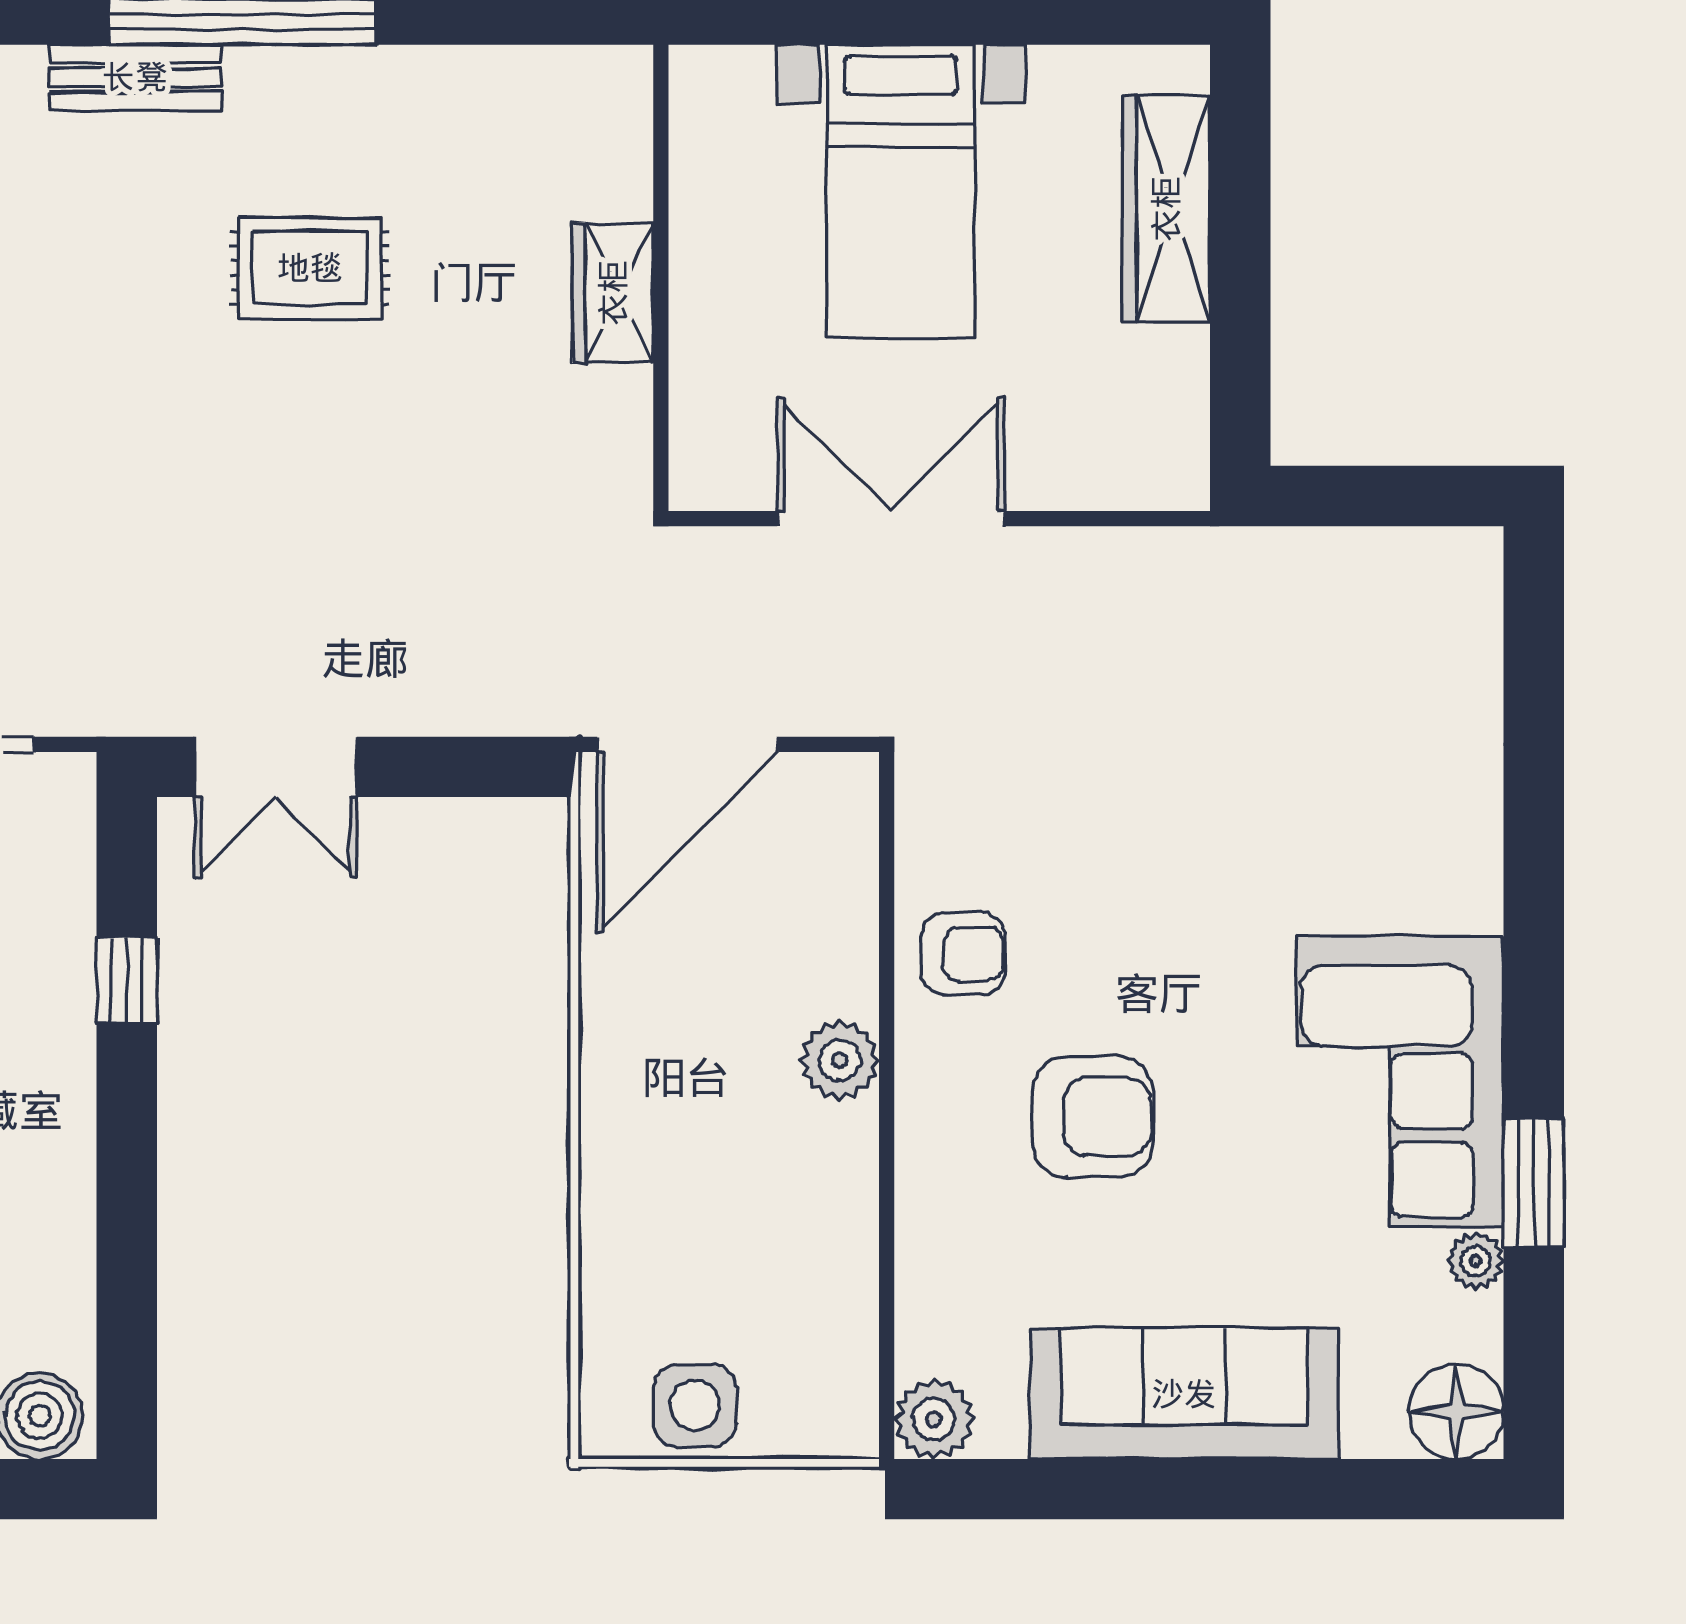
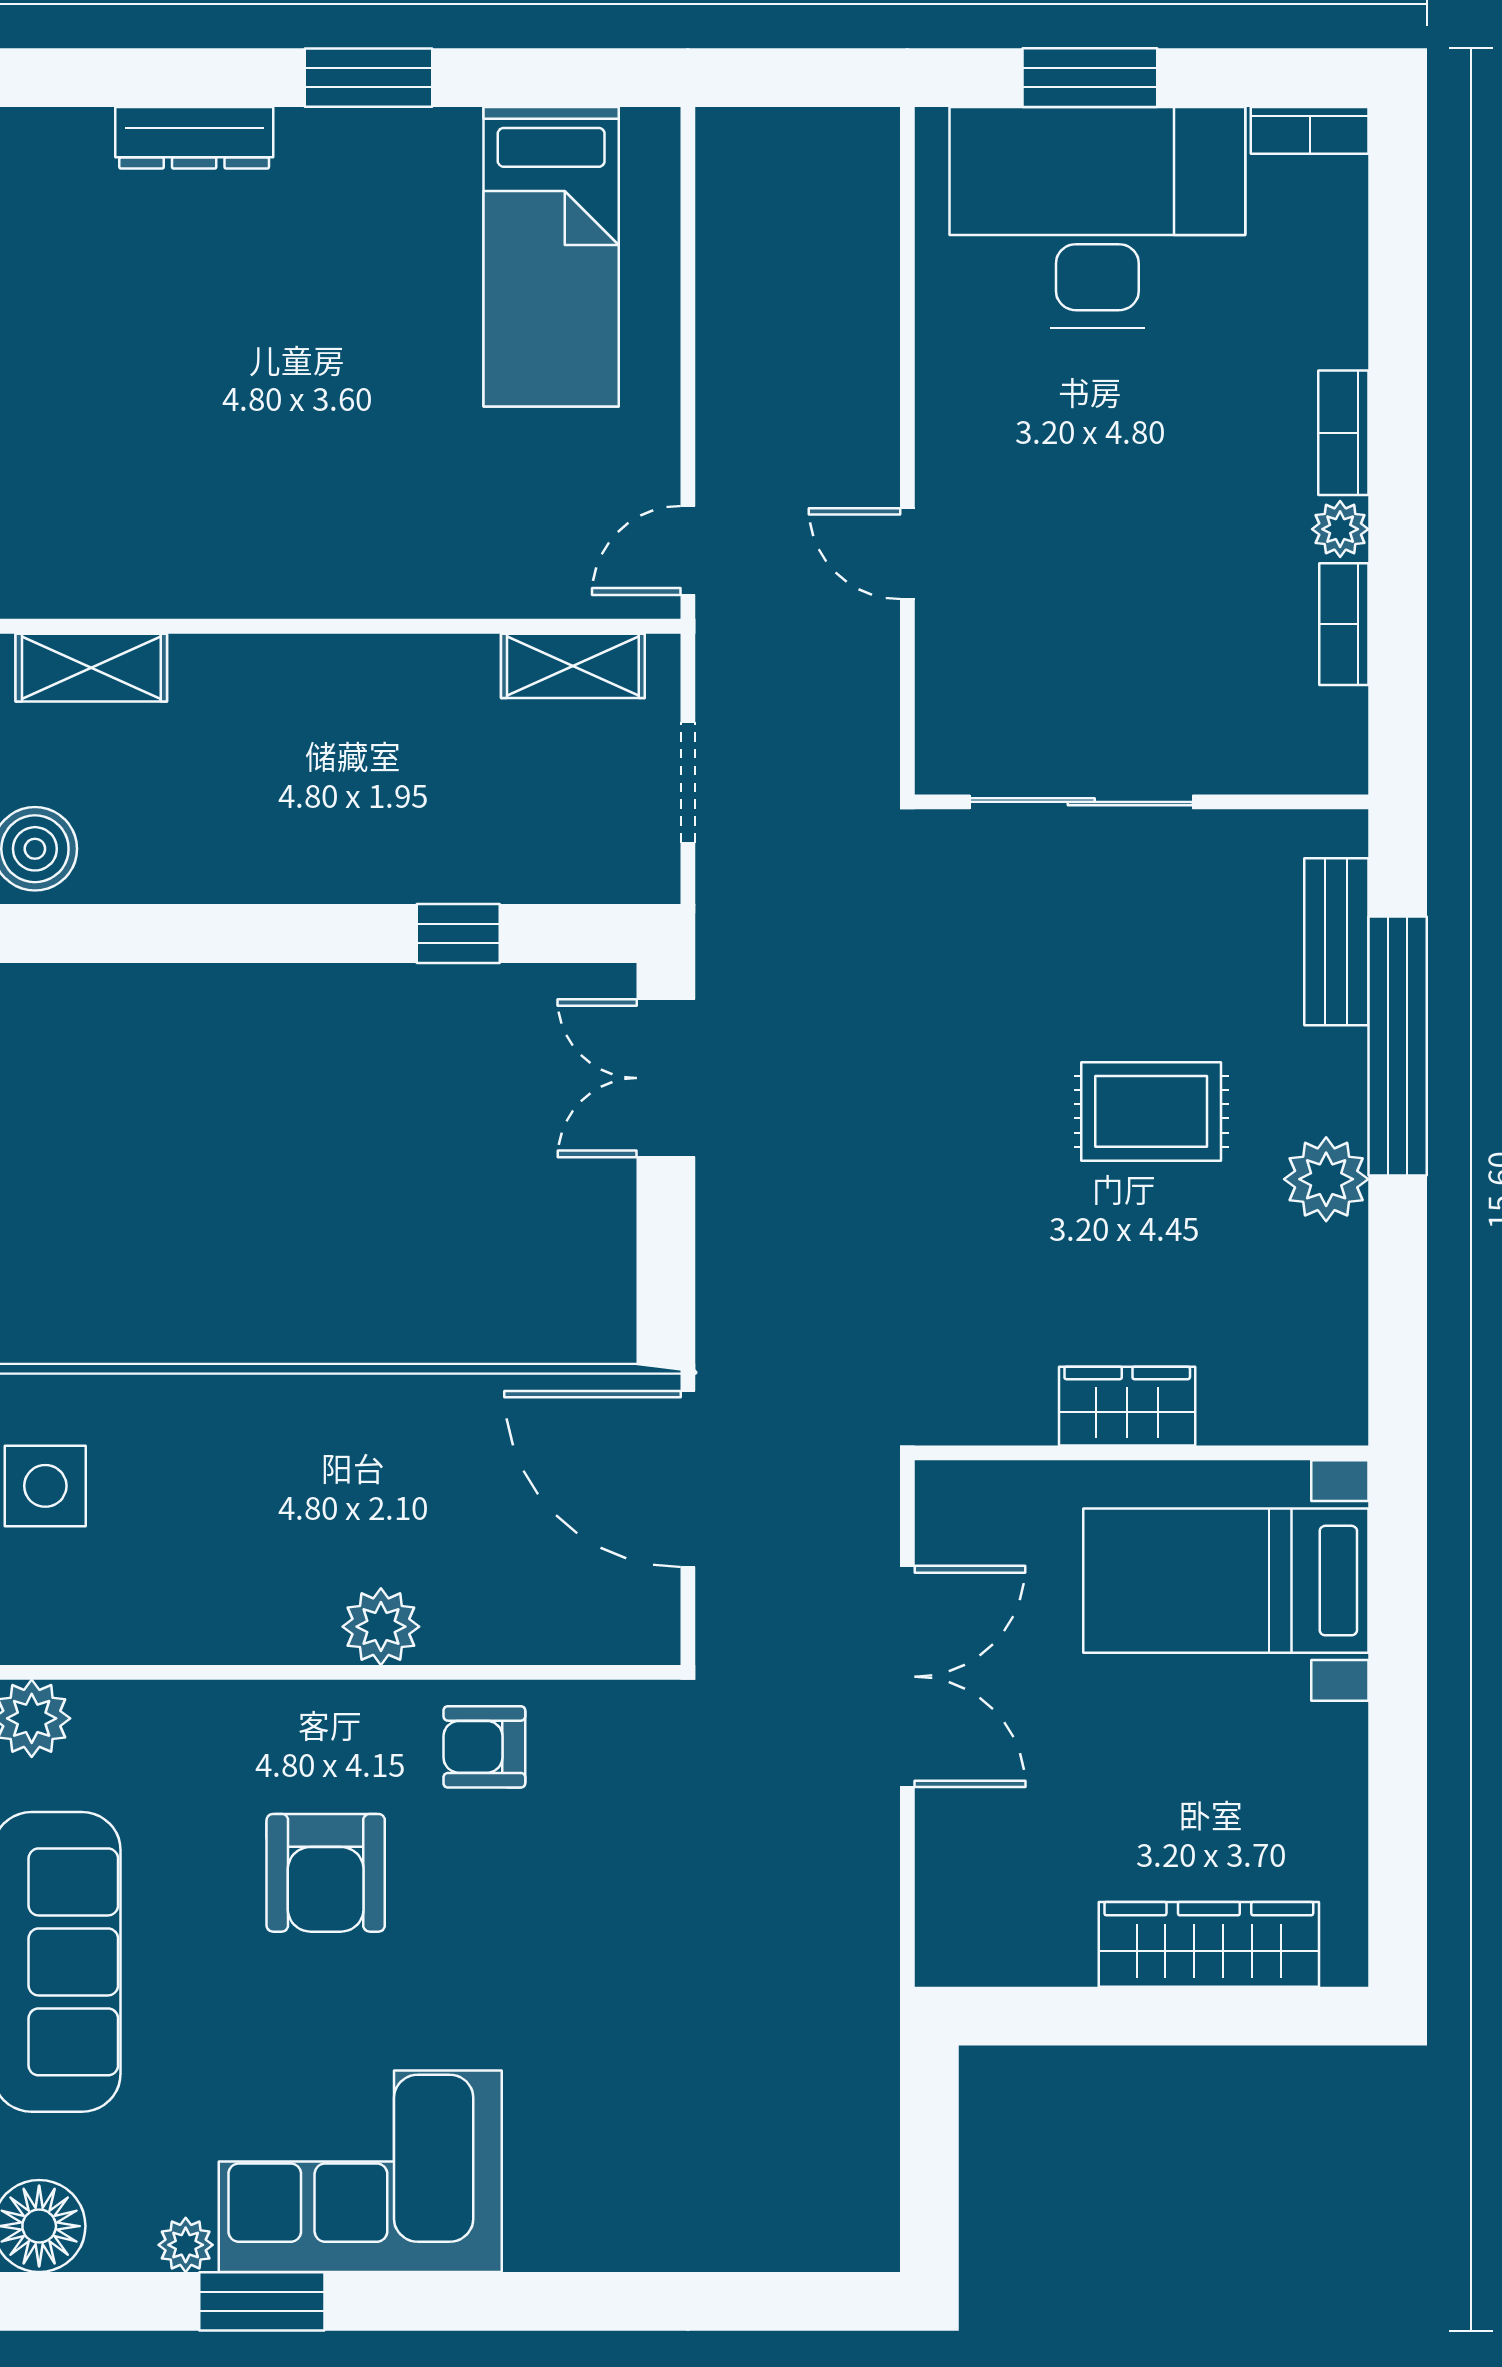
plant: (379, 88) -> (1326, 1179), added
bed with nightstands: (901, 191) -> (1226, 1581), moved
rug: (310, 268) -> (1151, 1111), turned 90
armchair: (963, 954) -> (484, 1747), turned 90

